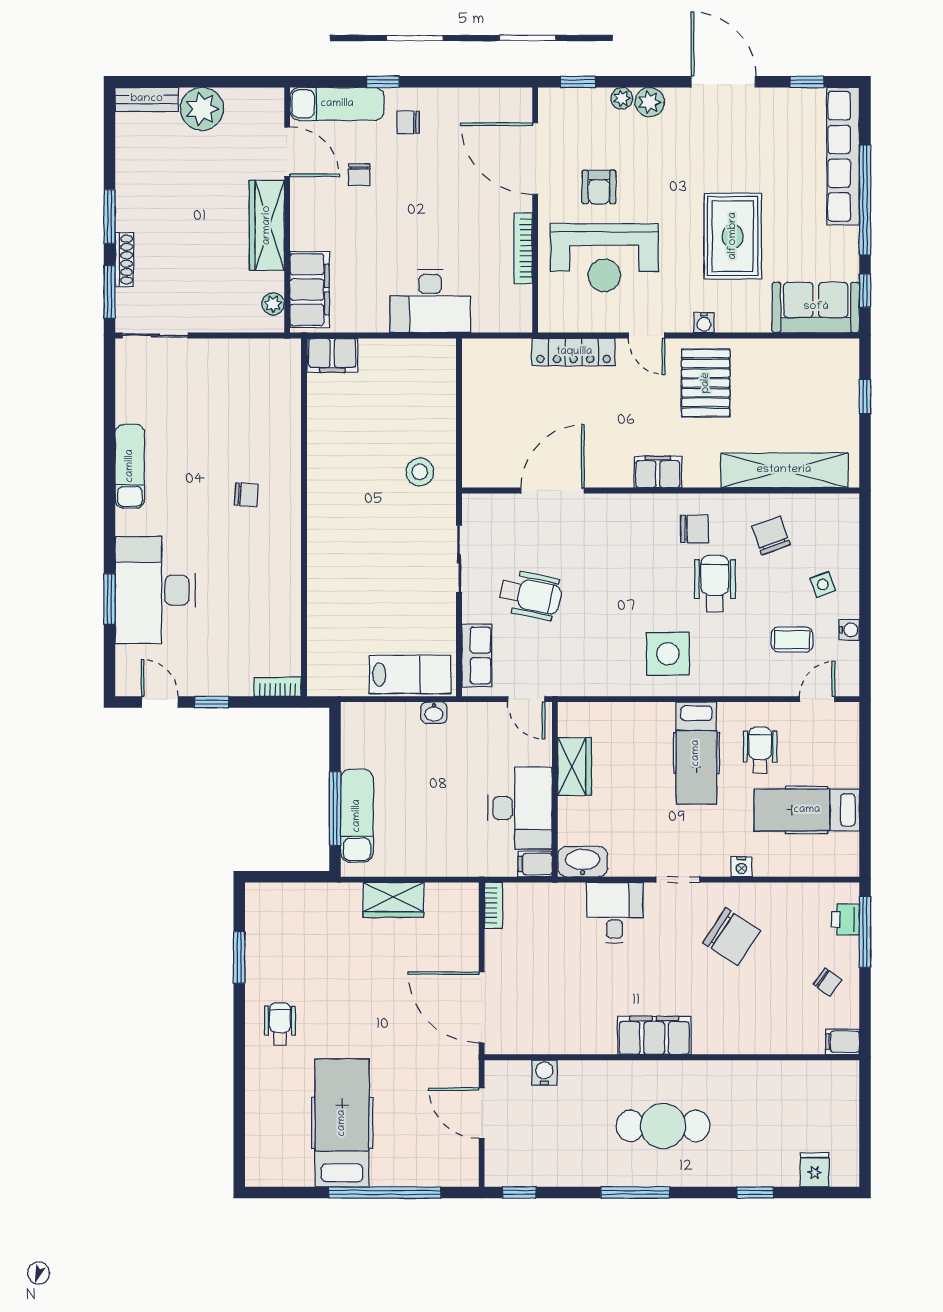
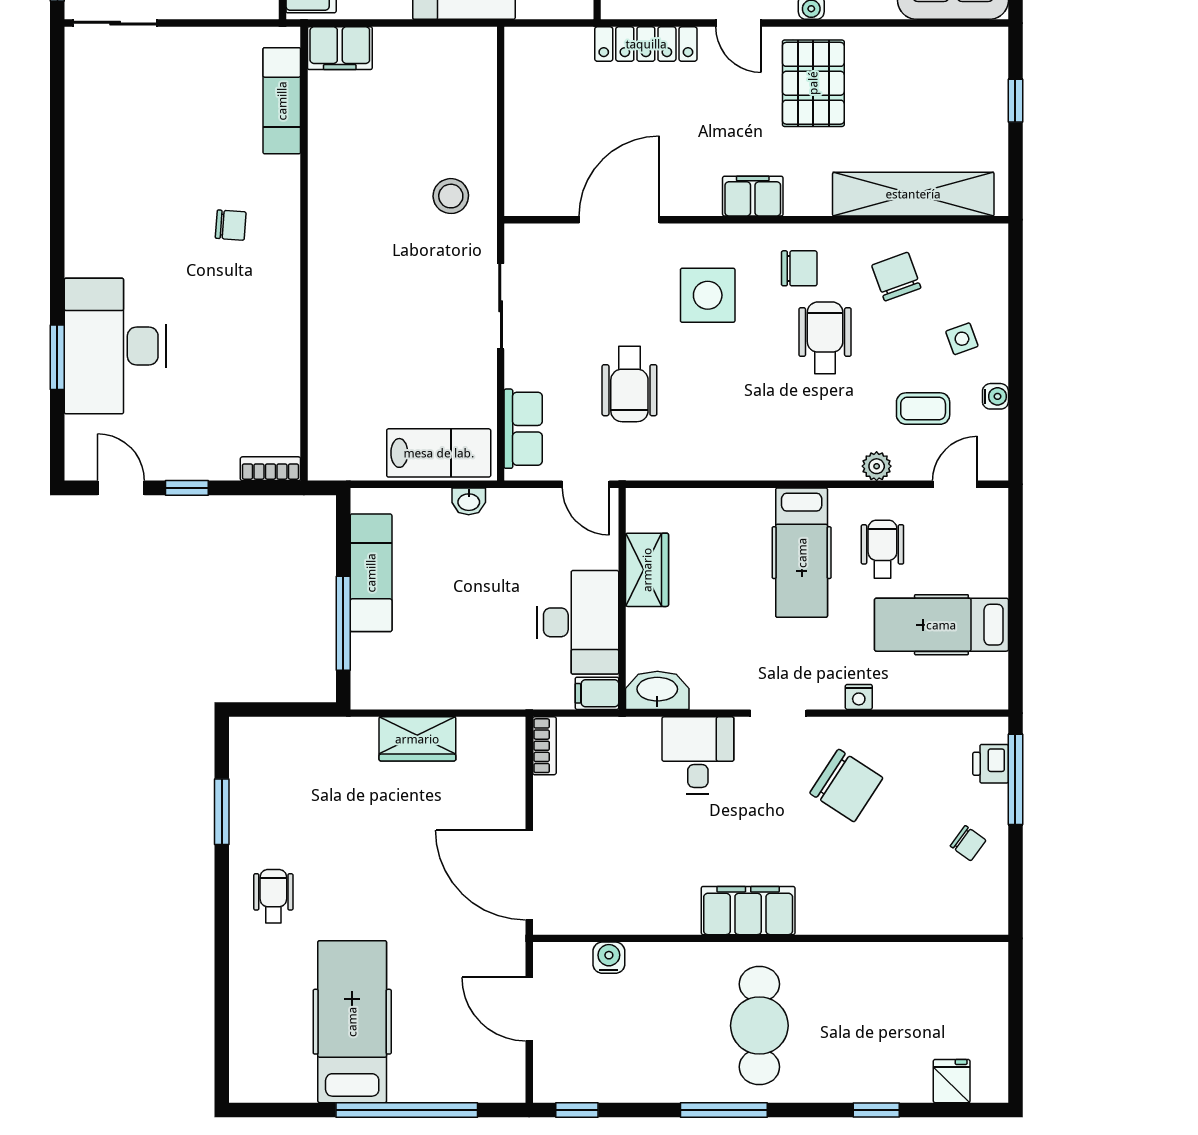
exam couch: (130, 466) -> (282, 101), moved, turned 180
wheelchair: (531, 595) -> (629, 384), moved, turned 78
side table: (668, 654) -> (708, 295), moved
plant: (755, 685) -> (877, 466), added
exam couch: (357, 816) -> (371, 573), moved
filing cabinet: (842, 1042) -> (987, 919), removed
cafe table: (663, 1126) -> (759, 1026), turned 90

